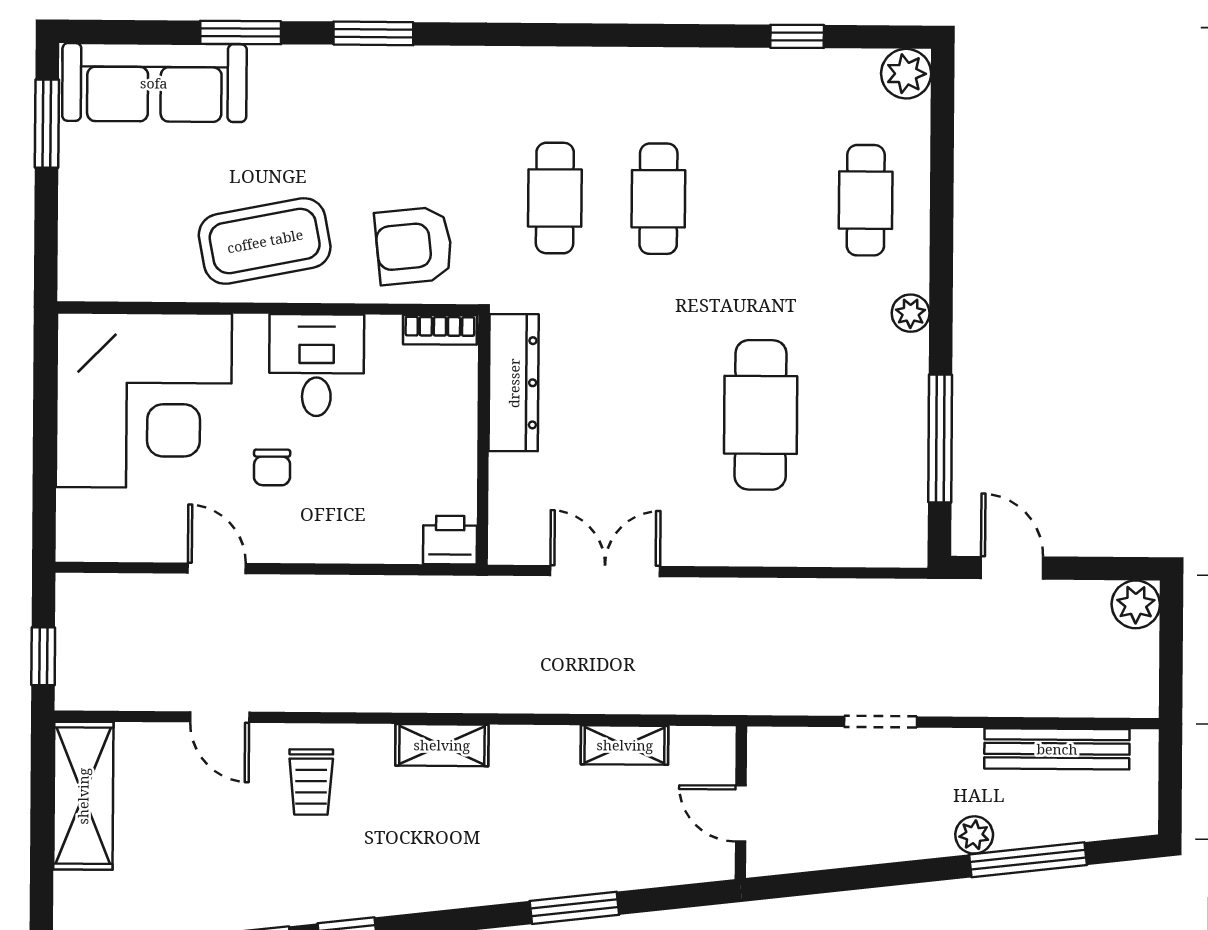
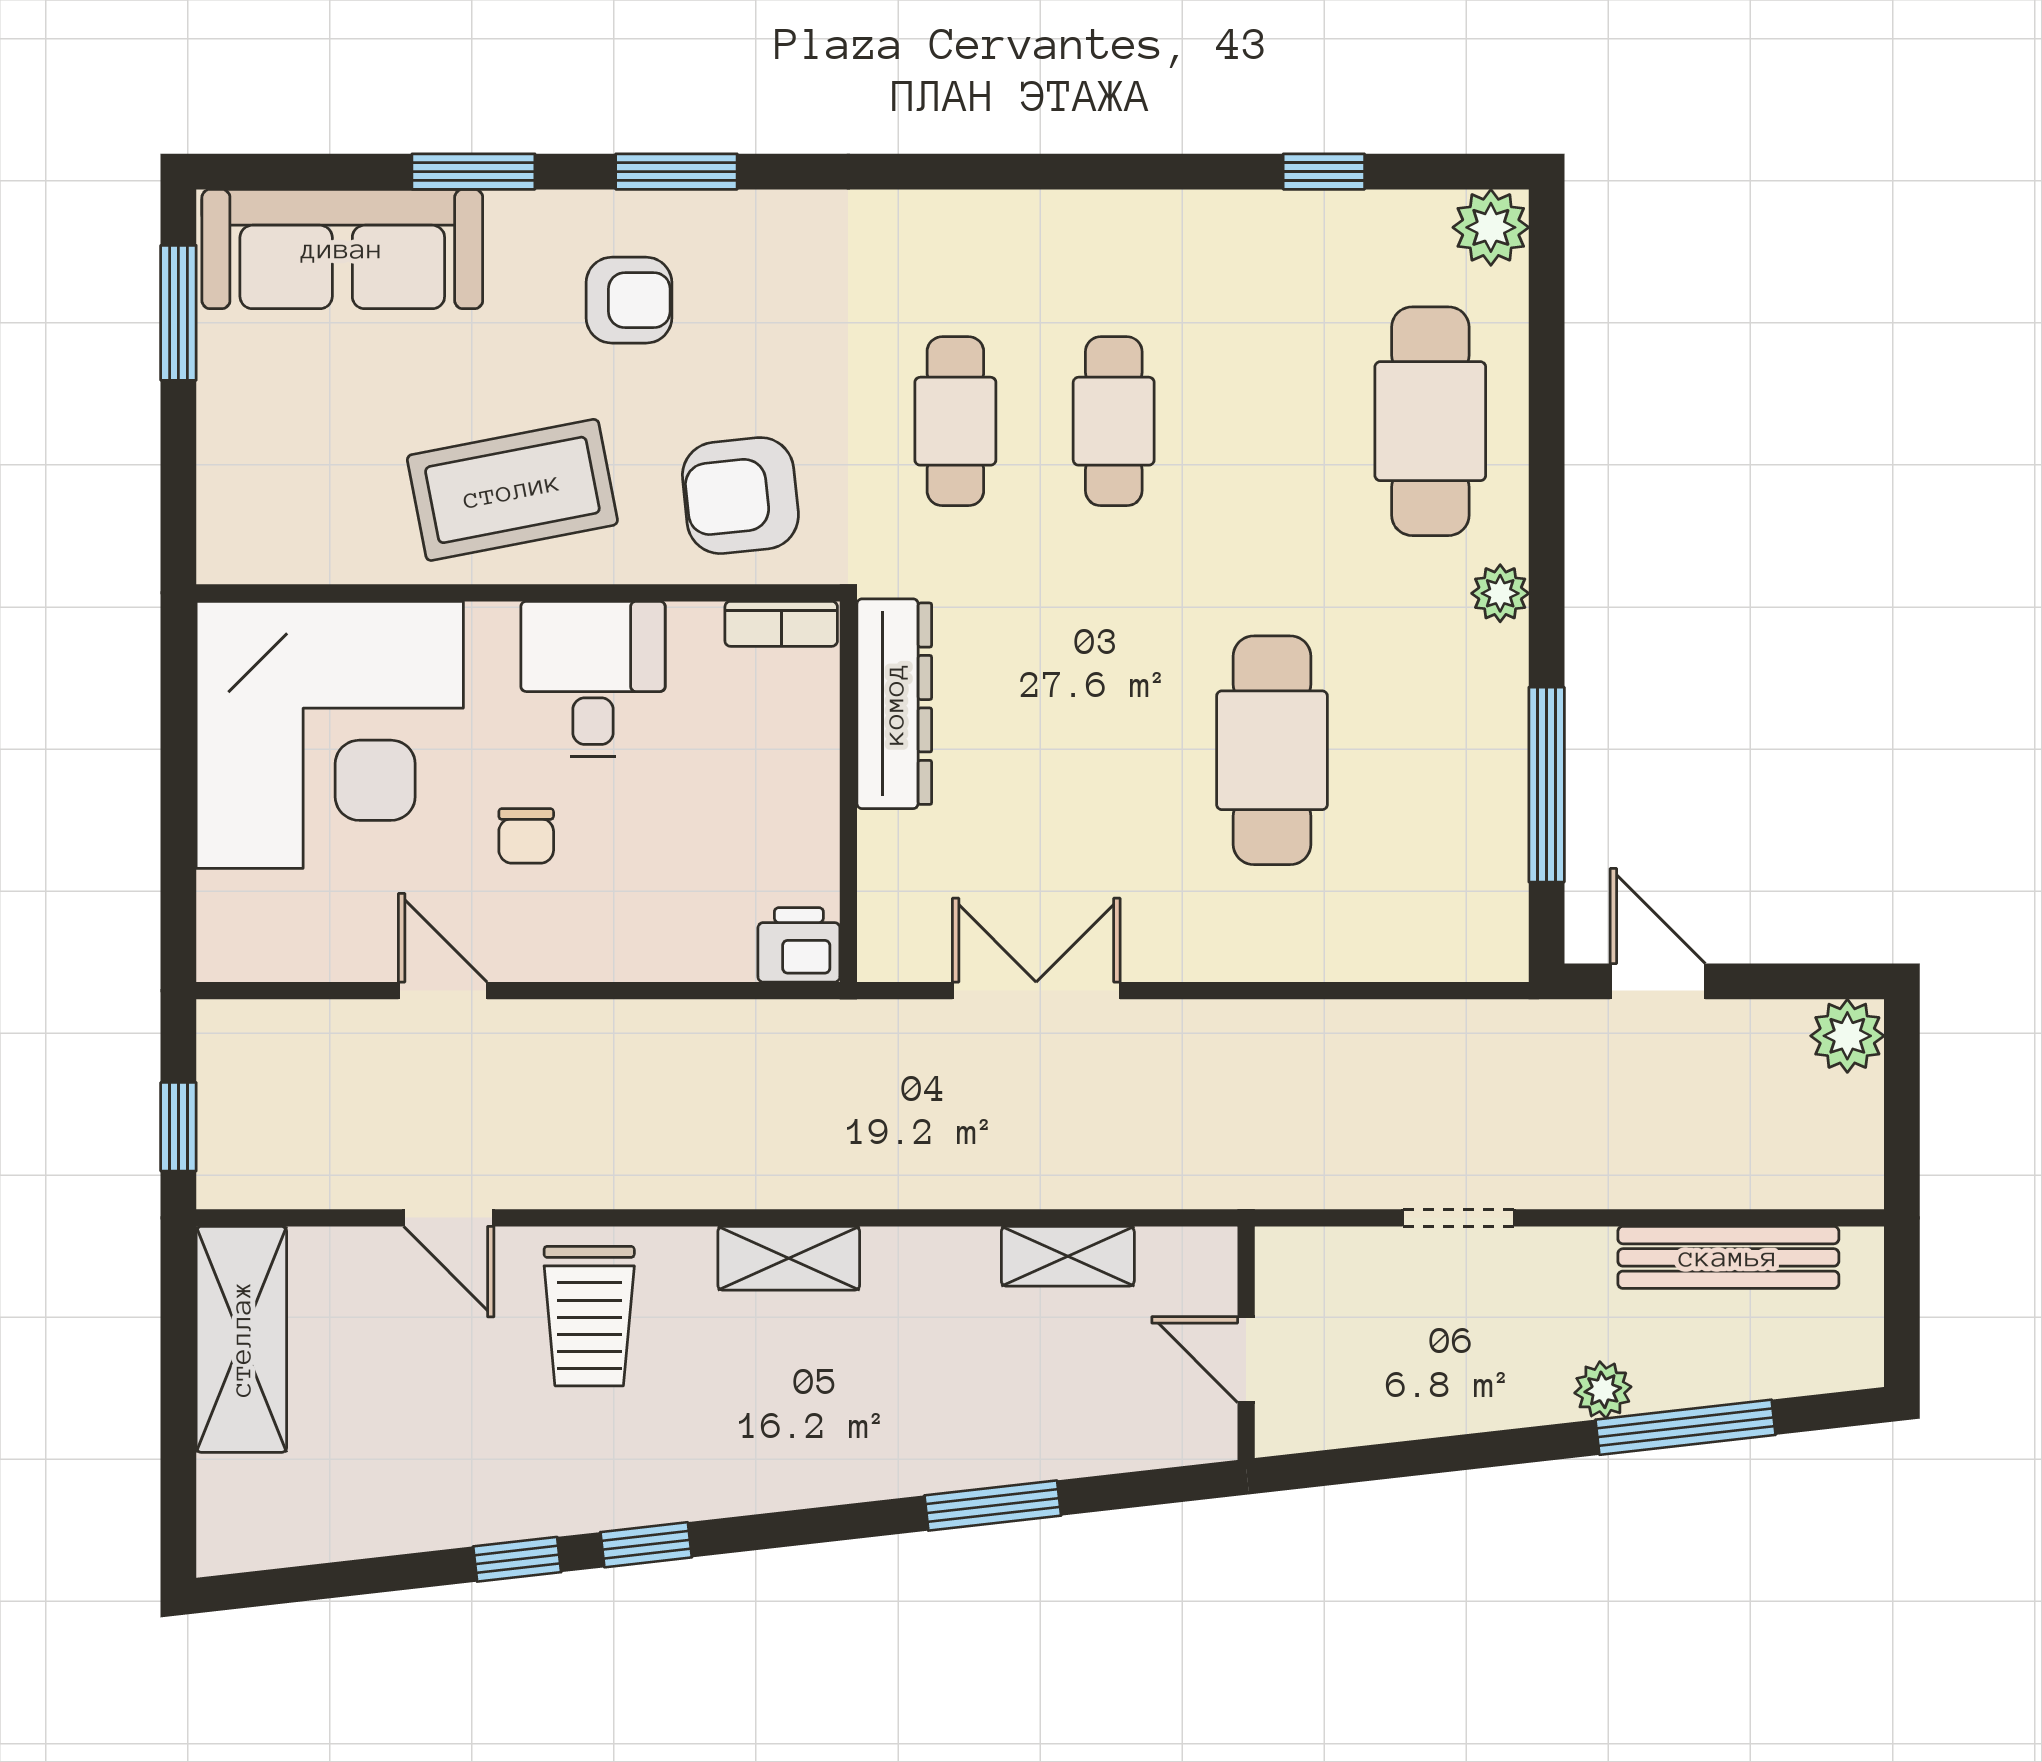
armchair: (342, 117) -> (629, 300), added
cafe table: (866, 200) -> (1430, 421), width x1.37, depth x1.35
trolley: (311, 782) -> (589, 1316), width x1.36, depth x1.39

